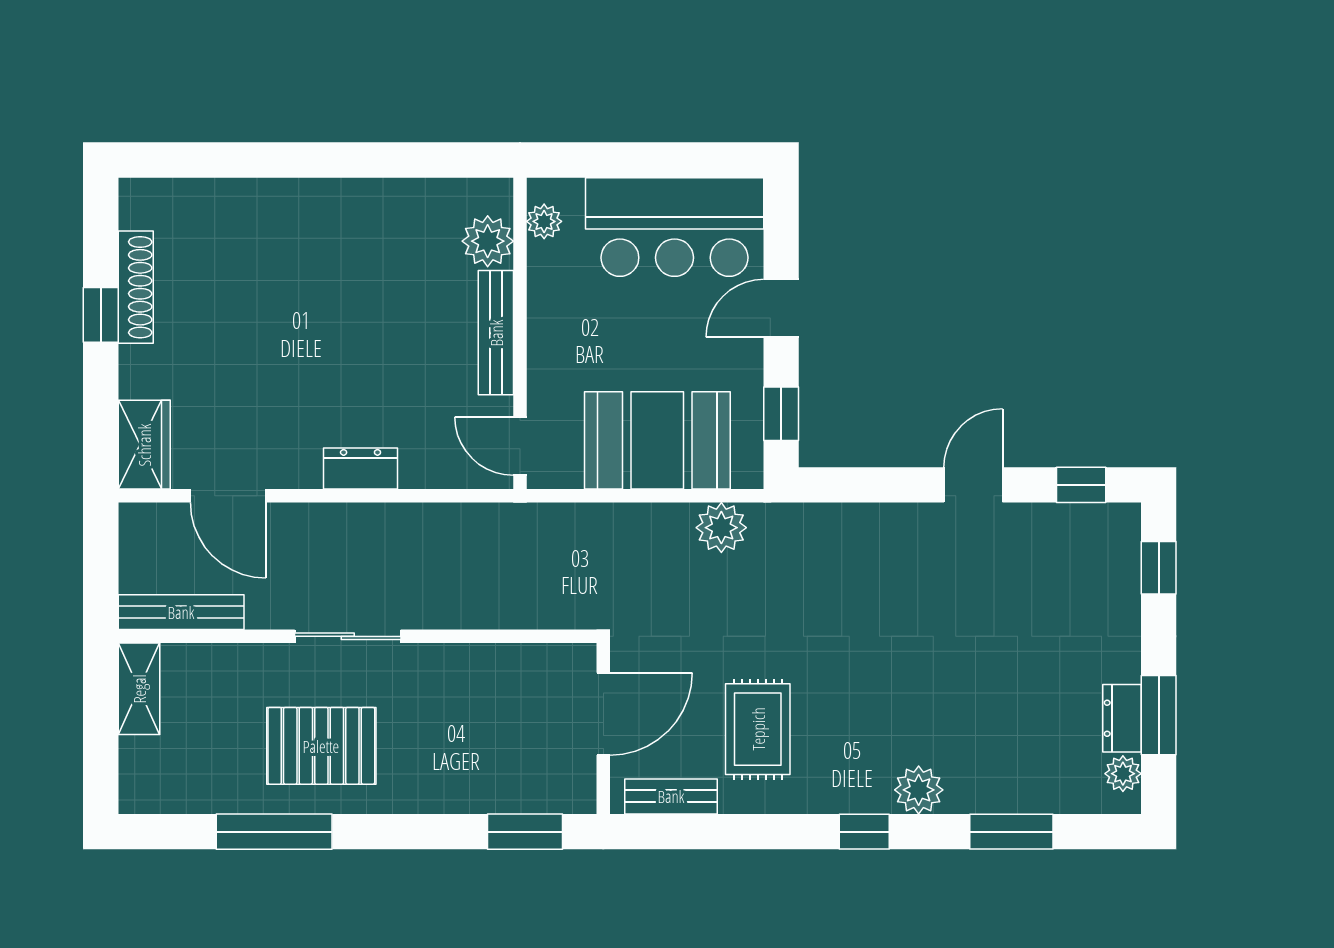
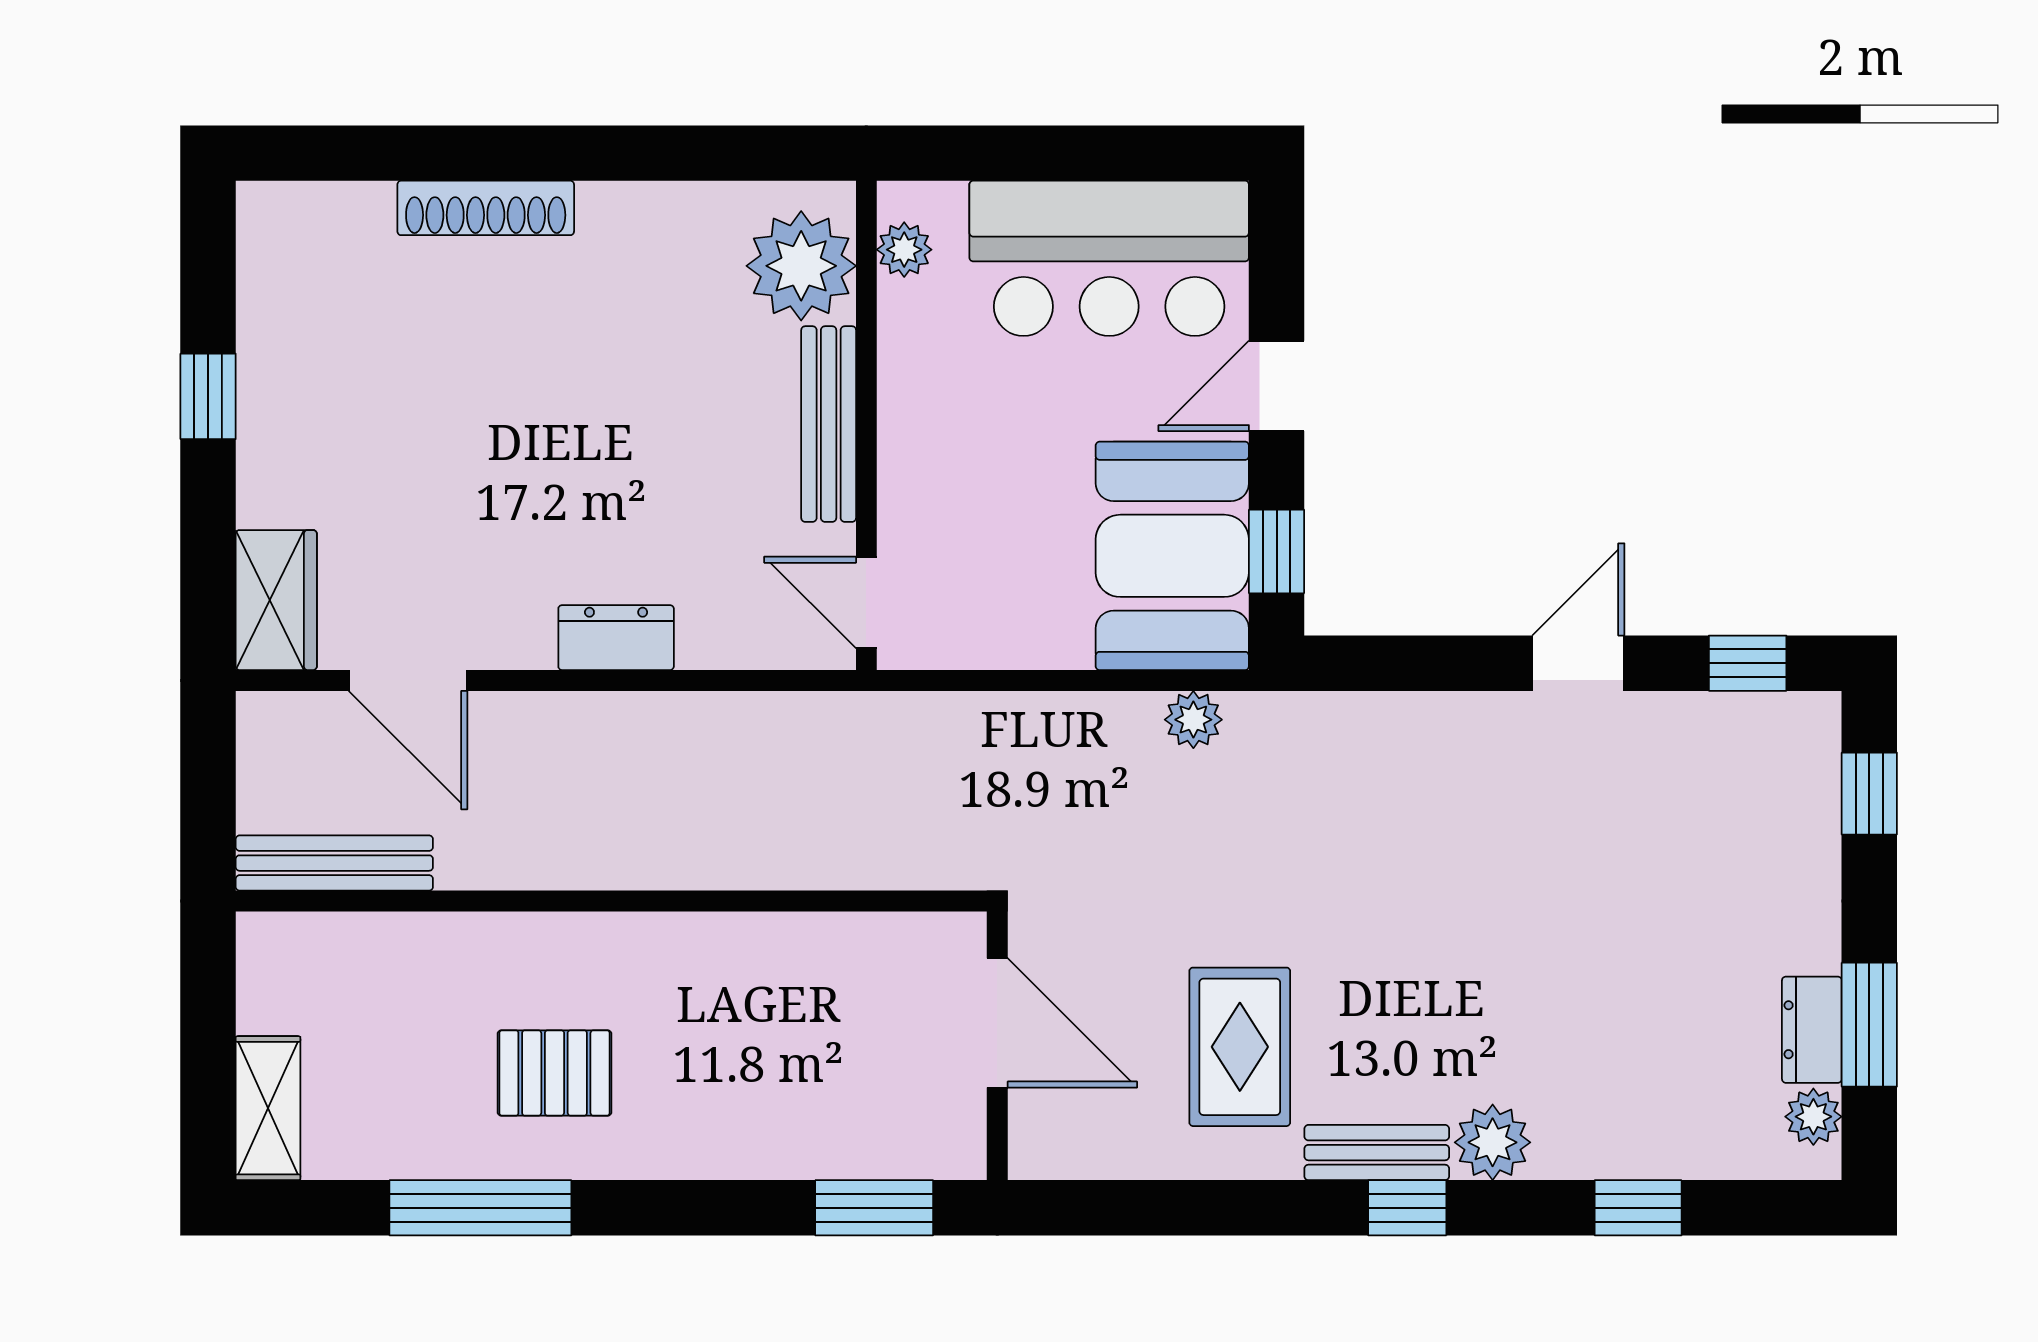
plant: (488, 241) -> (801, 266), width x1.36, depth x1.36
shoe rack: (136, 287) -> (486, 208), moved, turned 90
booth: (657, 440) -> (1172, 556), moved, turned 90
plant: (721, 528) -> (1193, 720), width x0.73, depth x0.73
sliding door: (348, 636) -> (596, 901), removed
shelving: (139, 689) -> (268, 1108), moved
door: (603, 714) -> (997, 1023), hinge flipped
pallet: (321, 746) -> (554, 1073), width x0.67, depth x0.71
bench: (671, 796) -> (1377, 1153), moved
window: (1011, 832) -> (1638, 1208), width x0.67

